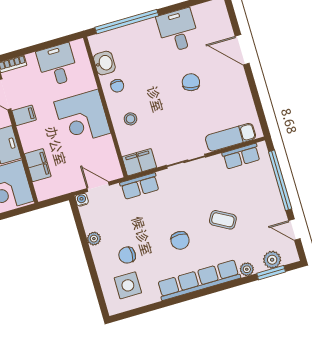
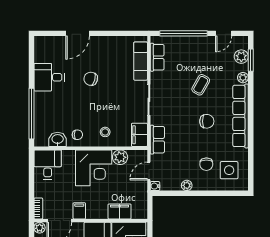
desk: (57, 65) -> (48, 164), moved, turned 90
plant: (105, 146) -> (120, 157), added

